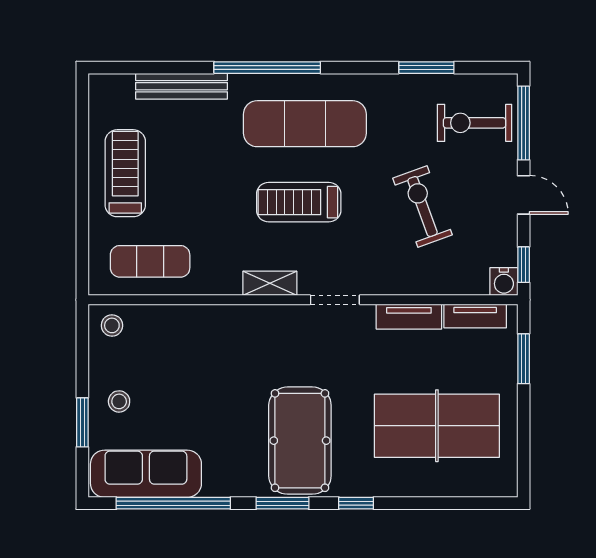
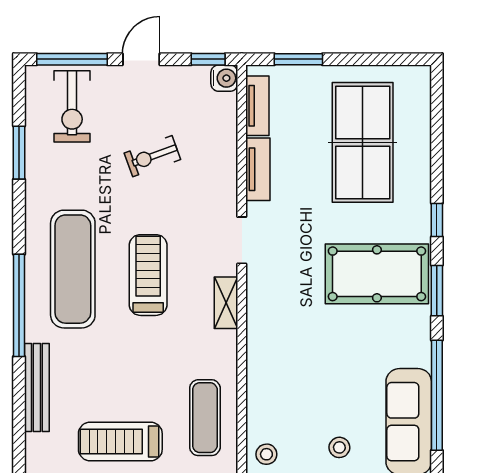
treadmill: (299, 202) -> (148, 275), turned 180
exercise bike: (423, 207) -> (152, 156), width x0.73, depth x0.72

